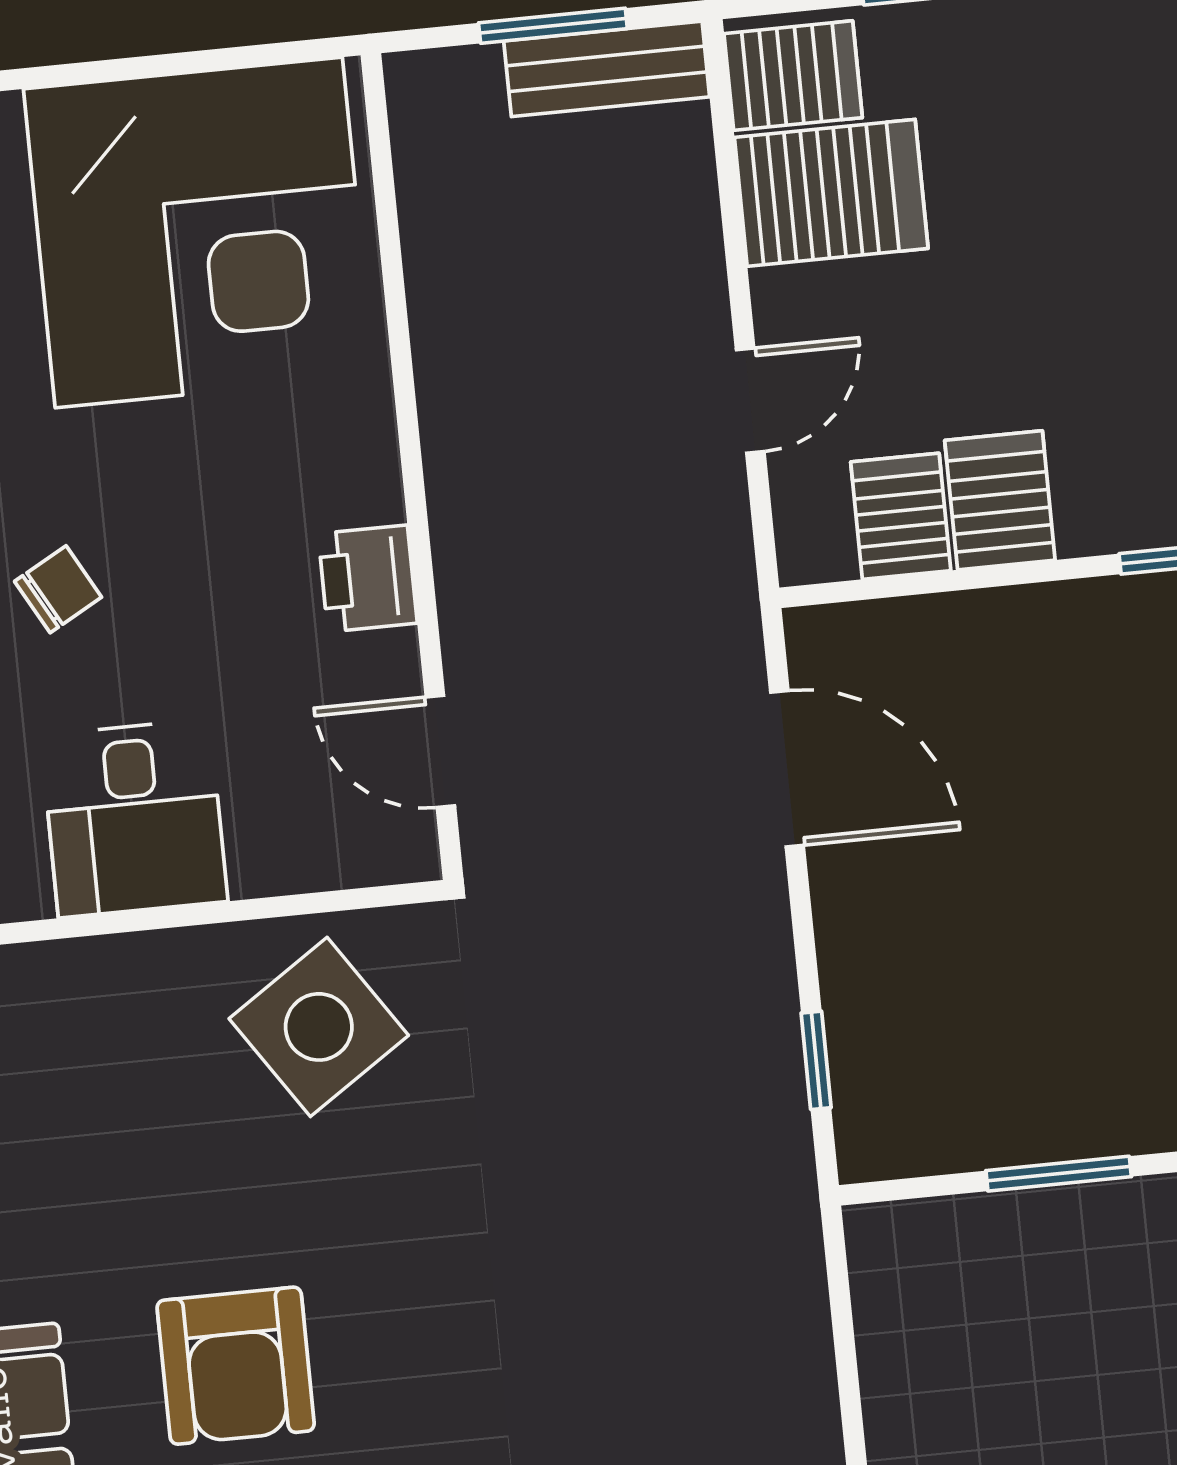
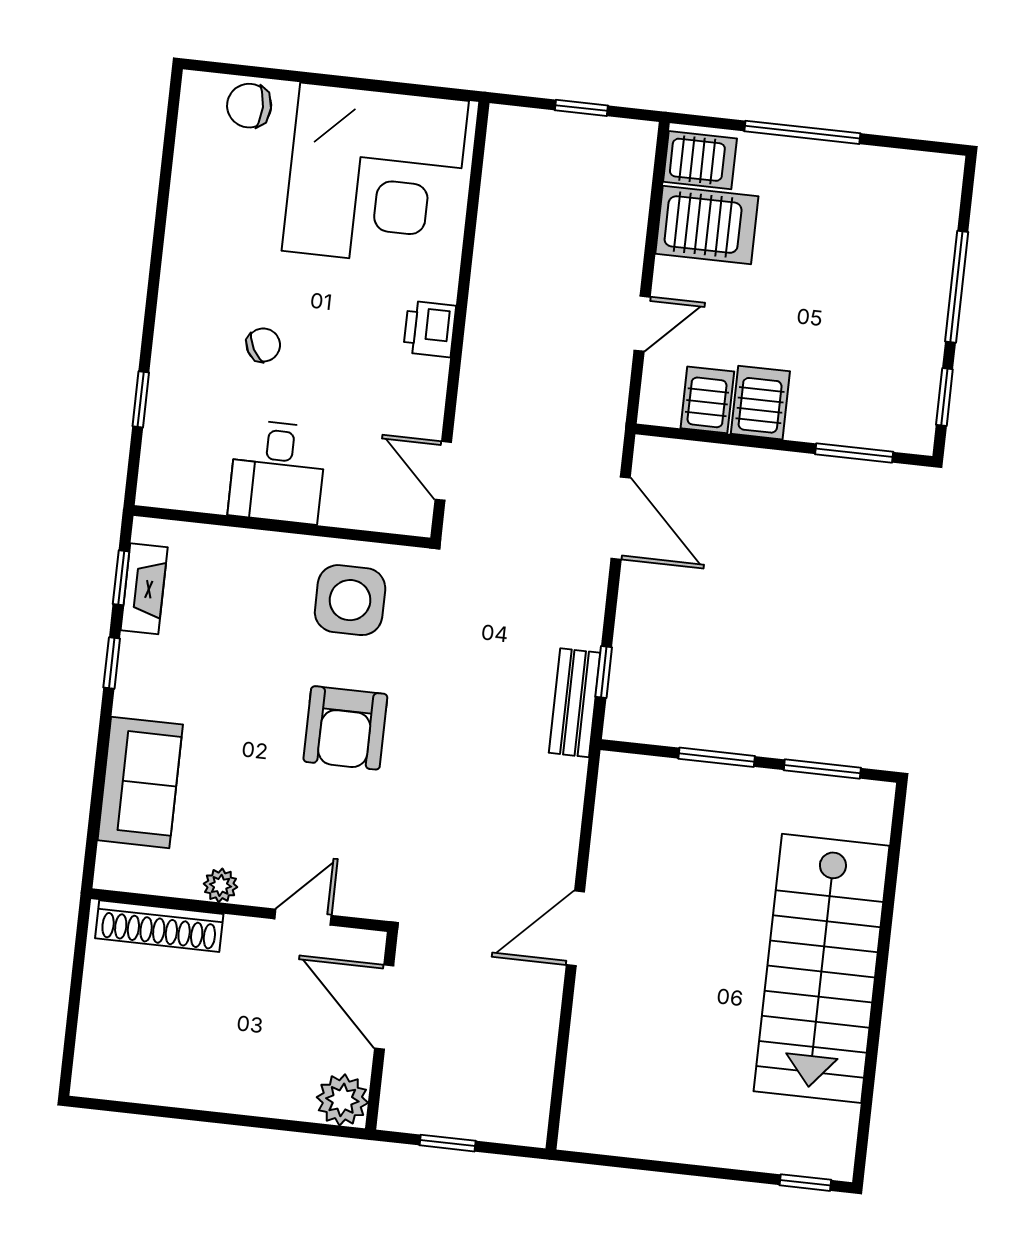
window: (553, 26) -> (581, 108), width x0.67
bench: (607, 69) -> (575, 703), moved, turned 90
printer: (368, 578) -> (430, 329), moved
side table: (319, 1027) -> (350, 600), turned 34
armchair: (236, 1366) -> (345, 728), moved

